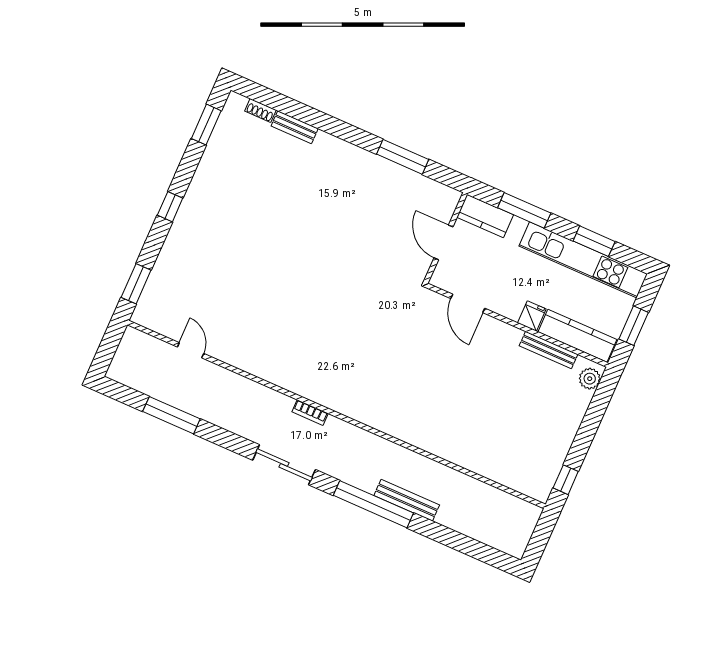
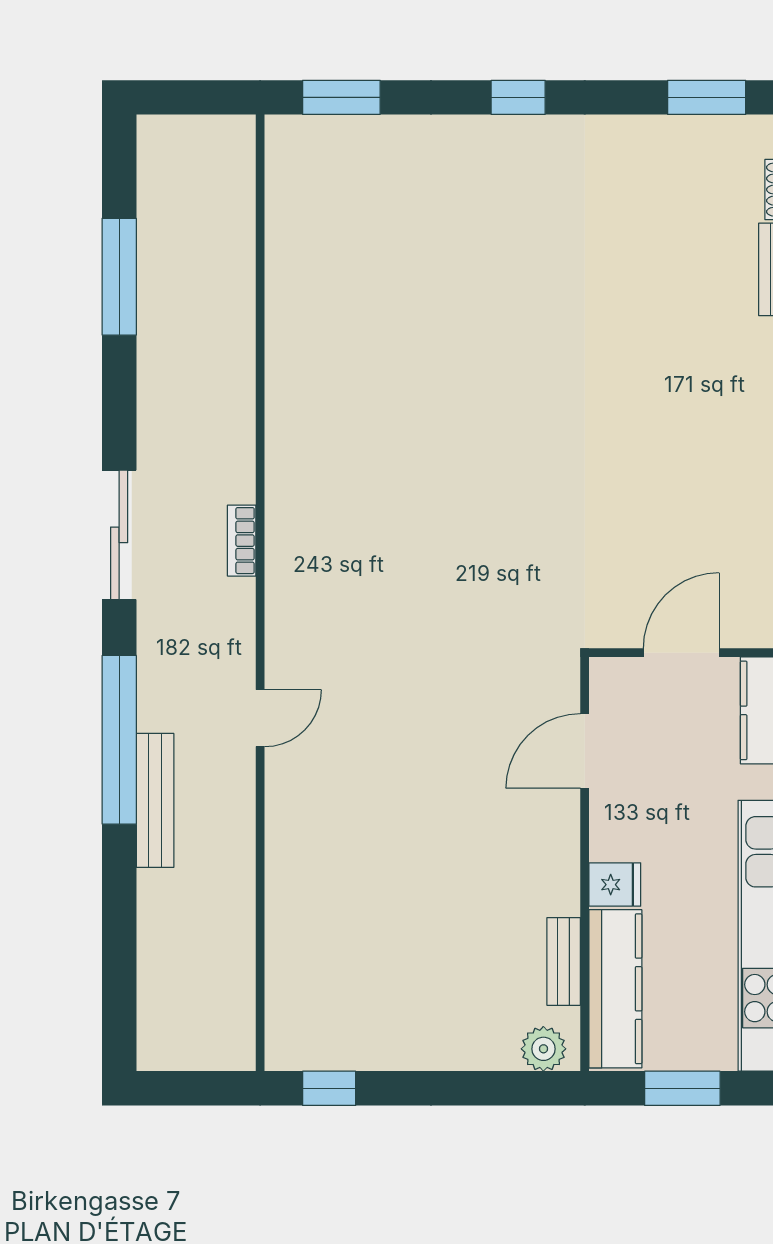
door: (191, 350) -> (260, 718), moved
bench: (549, 350) -> (564, 961), width x0.73

